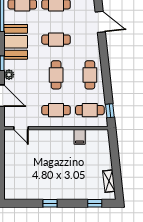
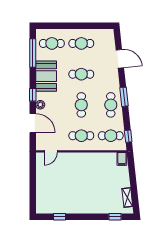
window: (105, 66) -> (124, 97), added
door: (21, 128) -> (51, 151), hinge flipped
filing cabinet: (80, 137) -> (122, 159), moved
window: (50, 203) -> (60, 217), moved

